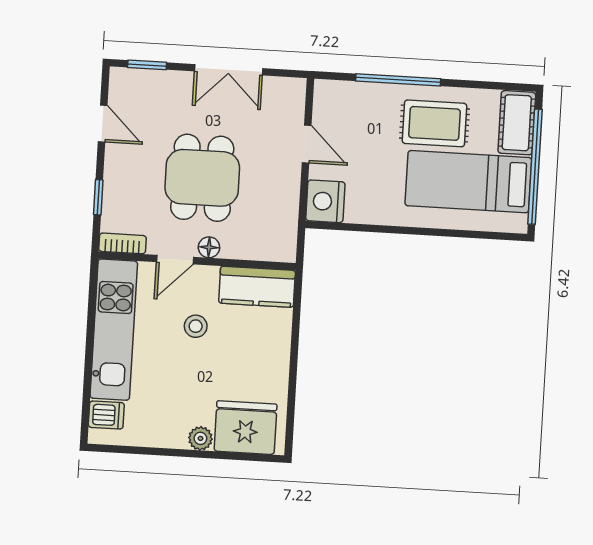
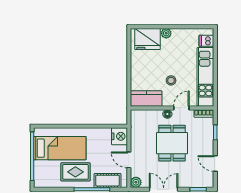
plant: (293, 90) -> (136, 182), added
cot: (517, 123) -> (107, 181), moved, turned 90

